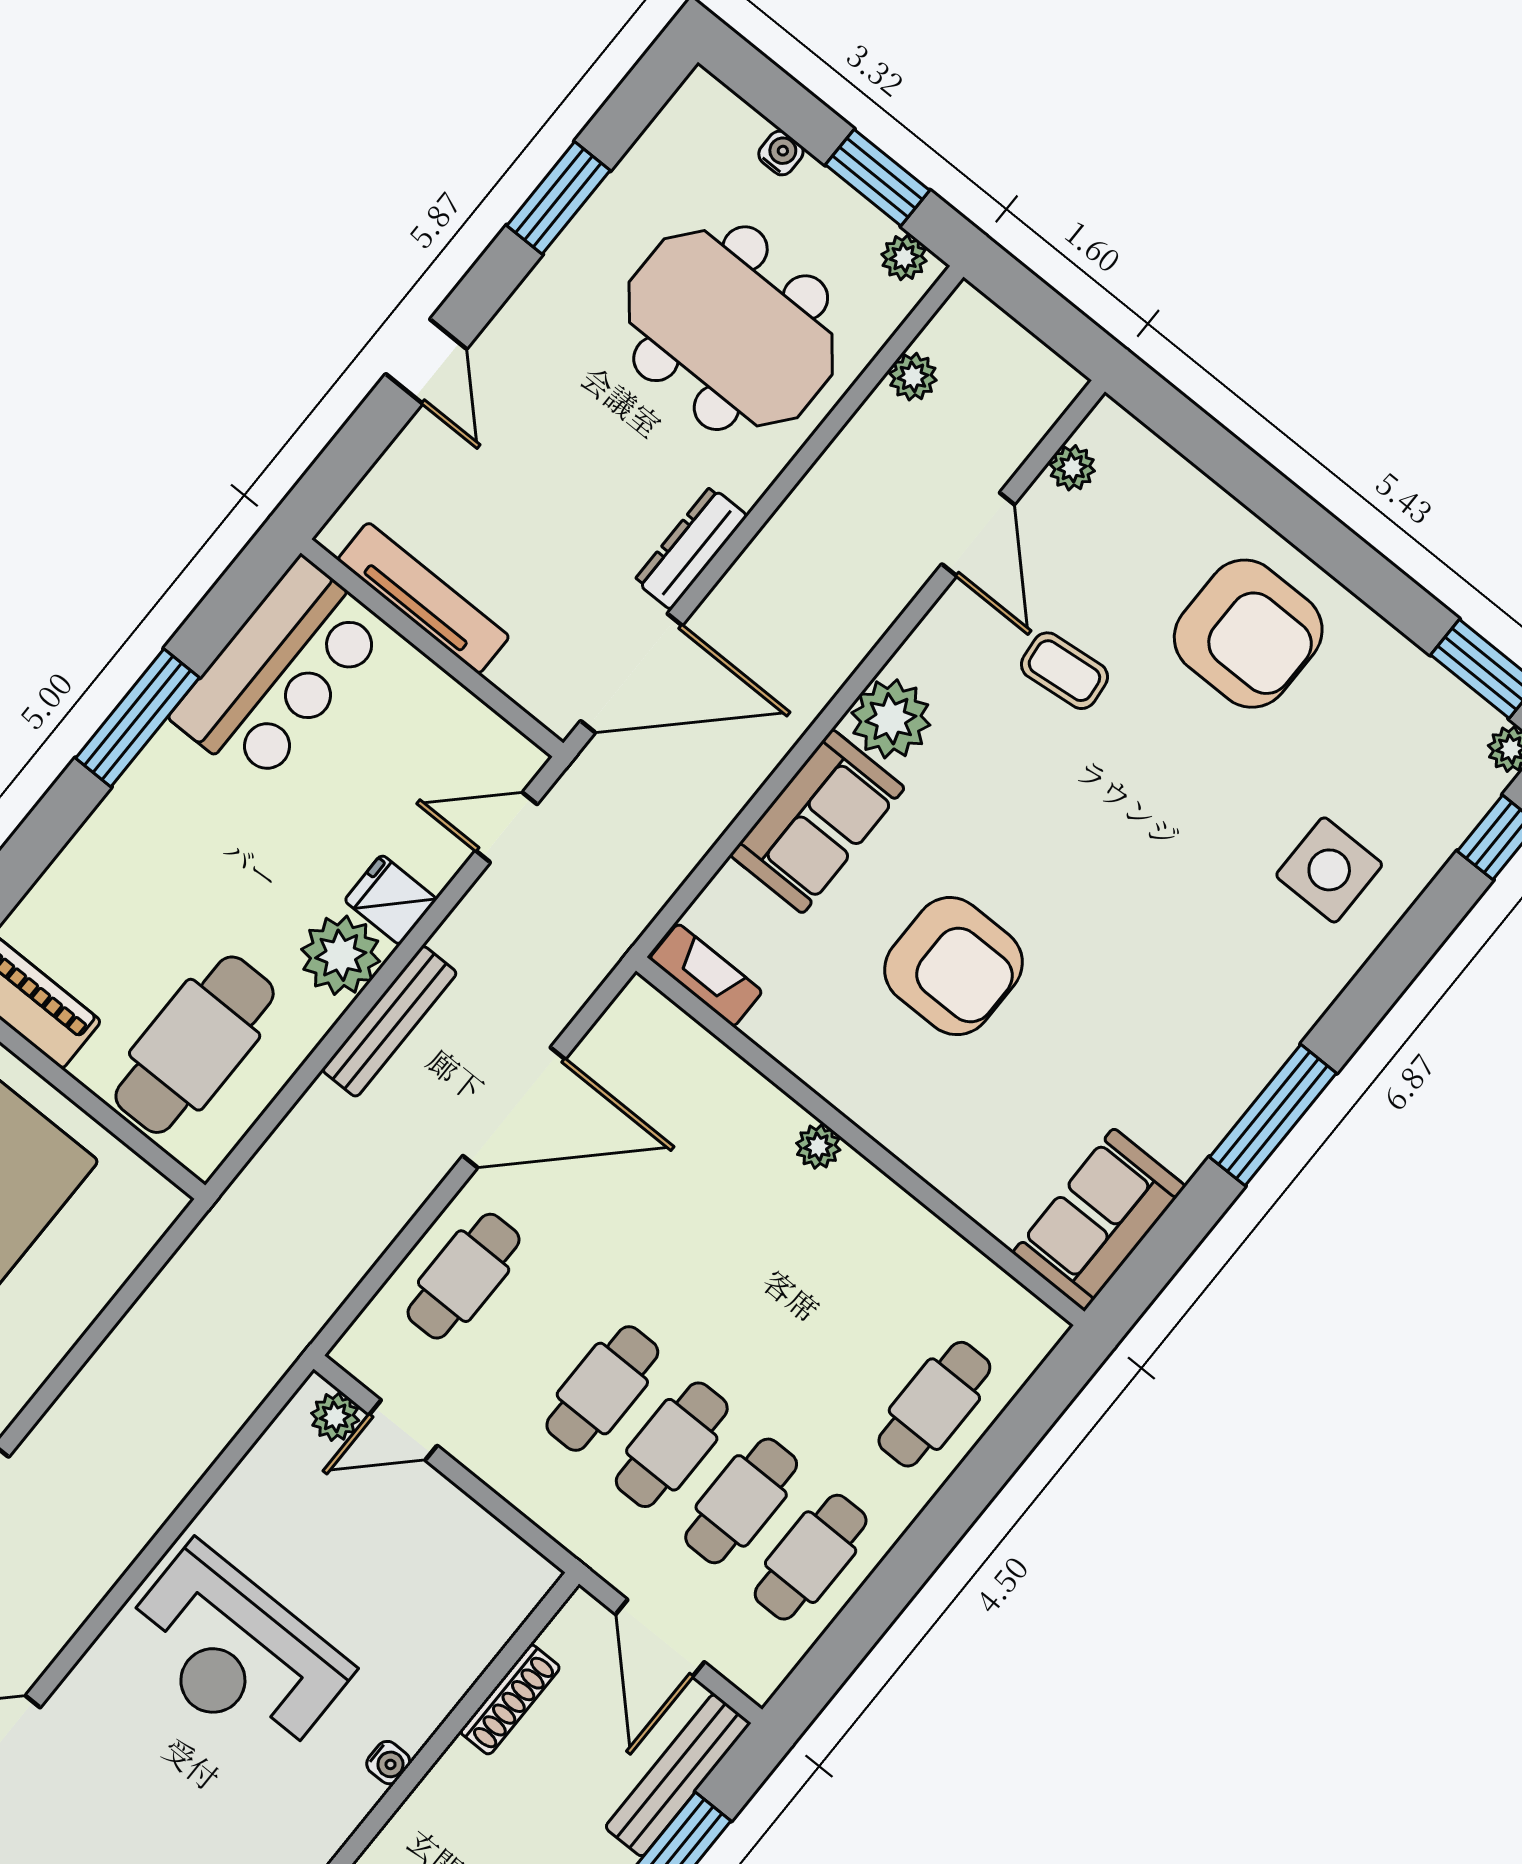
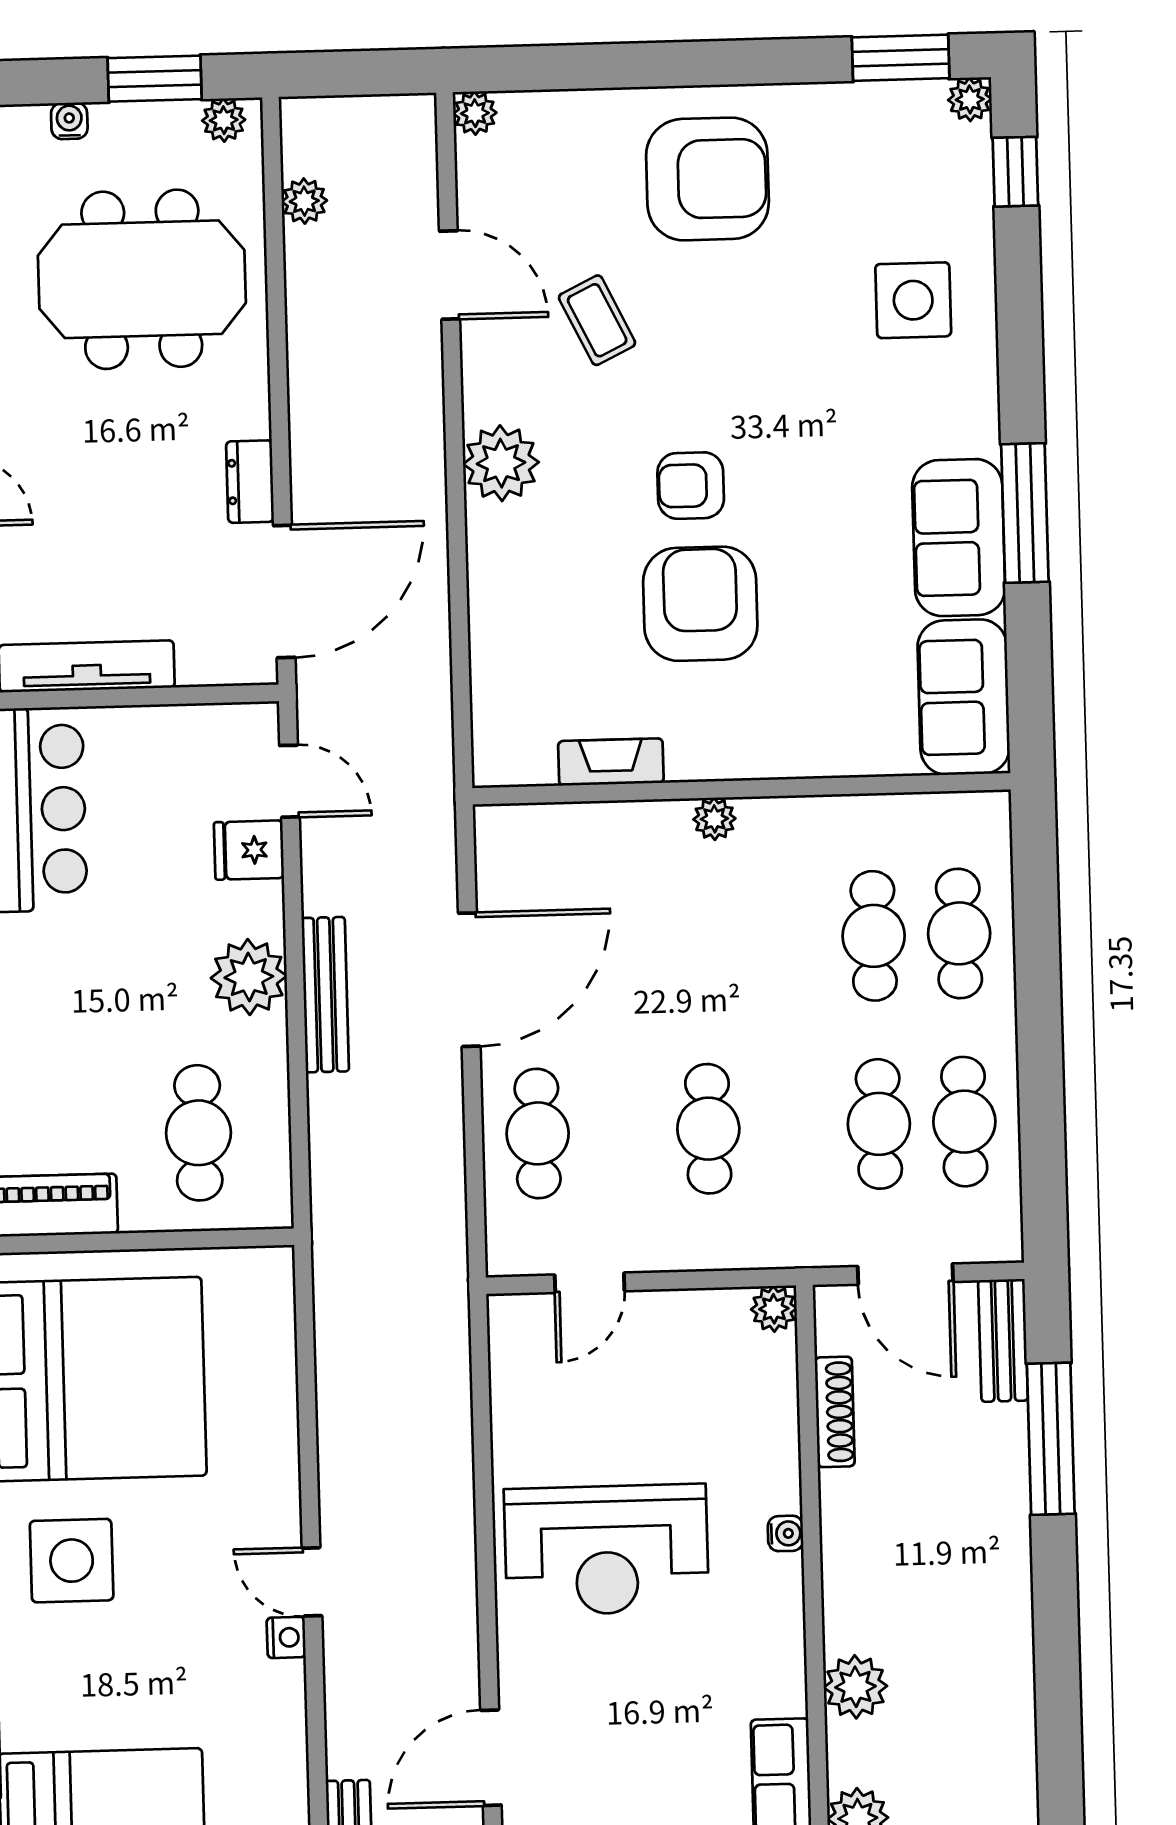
plant: (1072, 468) -> (475, 113), moved
dresser: (691, 548) -> (250, 482), width x0.70
coffee table: (1064, 671) -> (597, 320), turned 70
sofa: (817, 821) -> (959, 538), moved, turned 180
door: (506, 827) -> (290, 781), swing flipped
armchair: (1026, 866) -> (691, 486), added
fridge: (391, 900) -> (249, 850), moved
armchair: (953, 966) -> (700, 604), turned -90
fireplace: (706, 975) -> (611, 762), moved
cafe table: (195, 1045) -> (198, 1133), width x0.73, depth x0.74
plant: (335, 1417) -> (774, 1309), moved
cafe table: (672, 1445) -> (874, 936), moved
bench: (678, 1775) -> (1003, 1340), width x0.73

